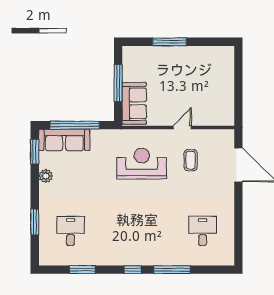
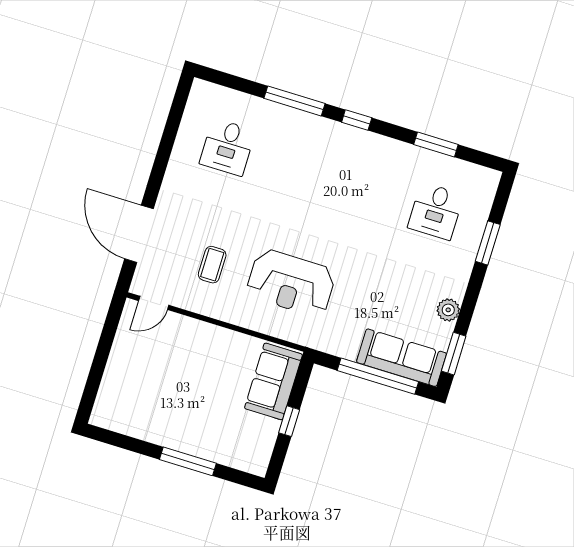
window: (118, 83) -> (289, 421), width x0.46
door: (182, 127) -> (154, 303), moved

